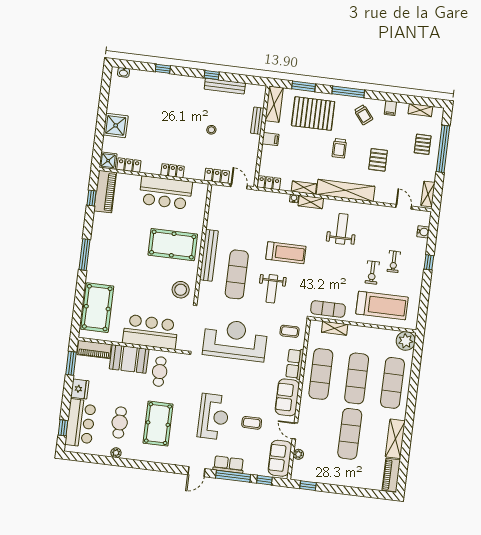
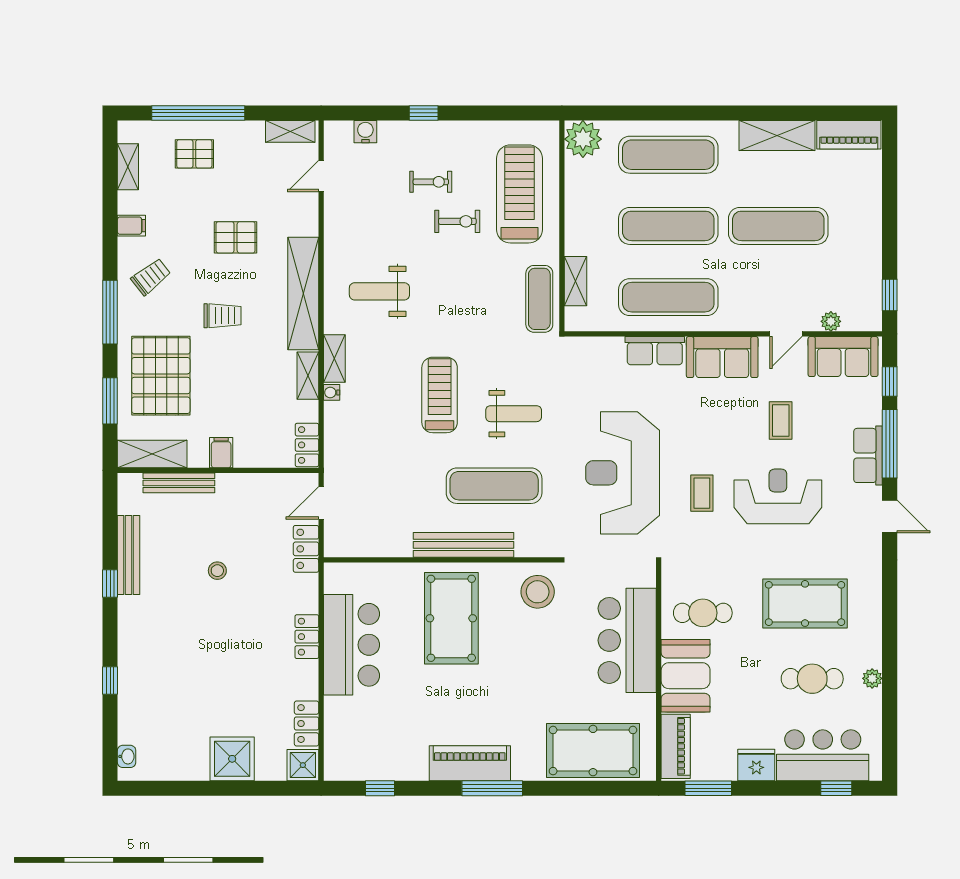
bench: (257, 121) -> (179, 483), width x1.36
piano: (105, 192) -> (470, 763), moved
coffee table: (290, 331) -> (702, 493), moved

